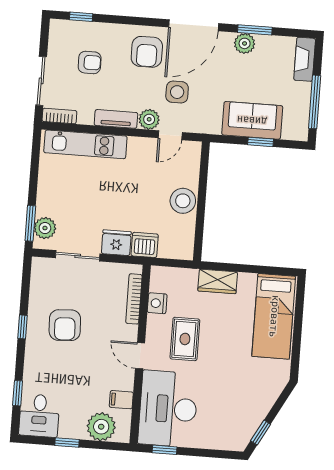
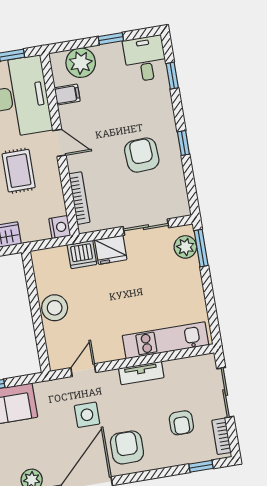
armchair: (90, 62) -> (181, 423), turned -90
bookcase: (59, 116) -> (221, 436), moved, turned 90
plant: (149, 119) -> (108, 381), removed
nightstand: (157, 303) -> (60, 227), moved

